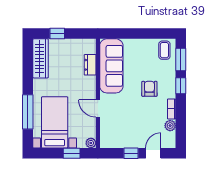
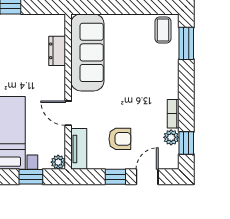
window: (181, 86) -> (186, 143), moved
armchair: (149, 89) -> (120, 139), moved, turned 90
tv unit: (105, 134) -> (79, 149), added

